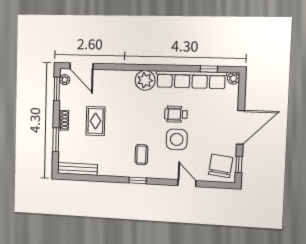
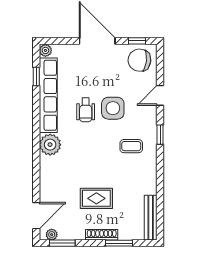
shoe rack: (64, 120) -> (102, 235), width x1.43
window: (138, 180) -> (160, 135), moved

